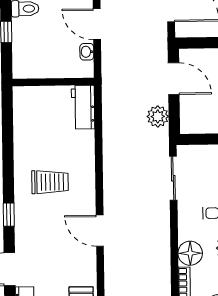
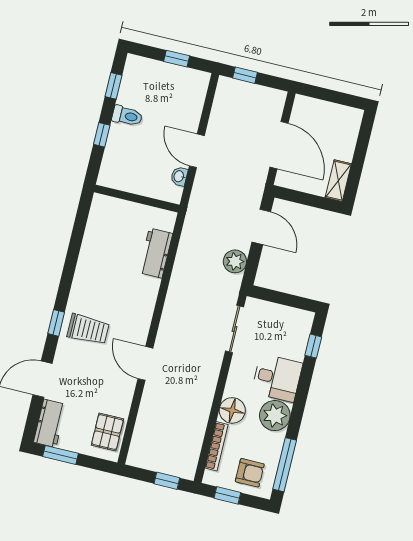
workbench: (83, 107) -> (156, 253), moved
trolley: (50, 182) -> (88, 329), moved

